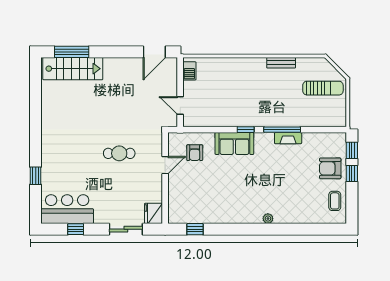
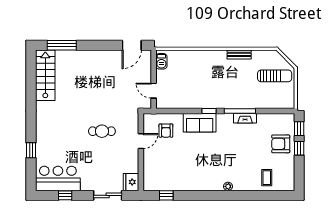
stairs: (73, 69) -> (45, 75), moved, turned -90
coffee table: (335, 201) -> (267, 178), moved

